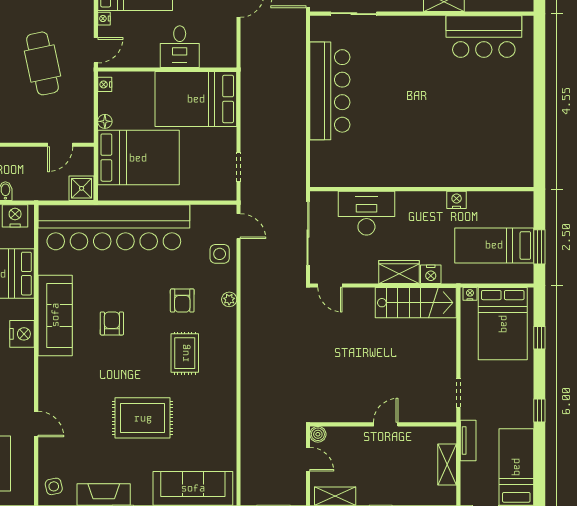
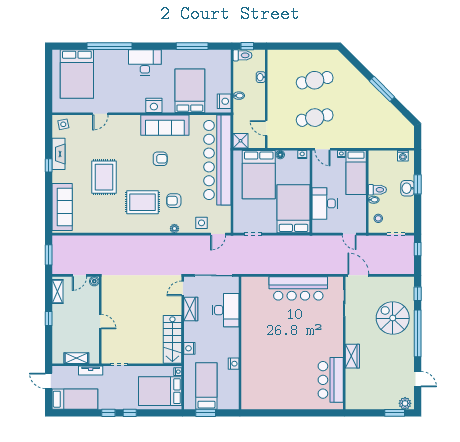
desk: (180, 47) -> (325, 203), width x1.37
wardrobe: (399, 272) -> (191, 309), moved
window: (539, 338) -> (130, 413), moved
rug: (185, 353) -> (143, 202), width x1.36, depth x1.43

